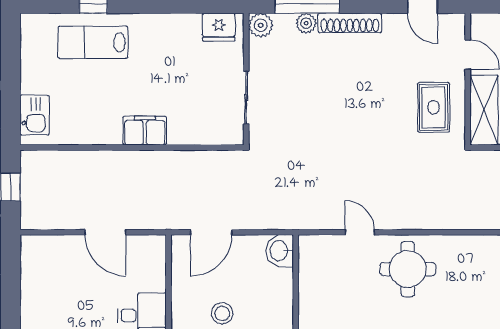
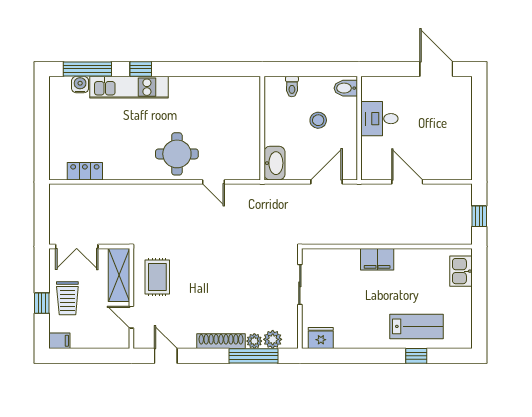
plant: (261, 25) -> (273, 339), moved
washbasin: (280, 251) -> (274, 163), width x1.38

